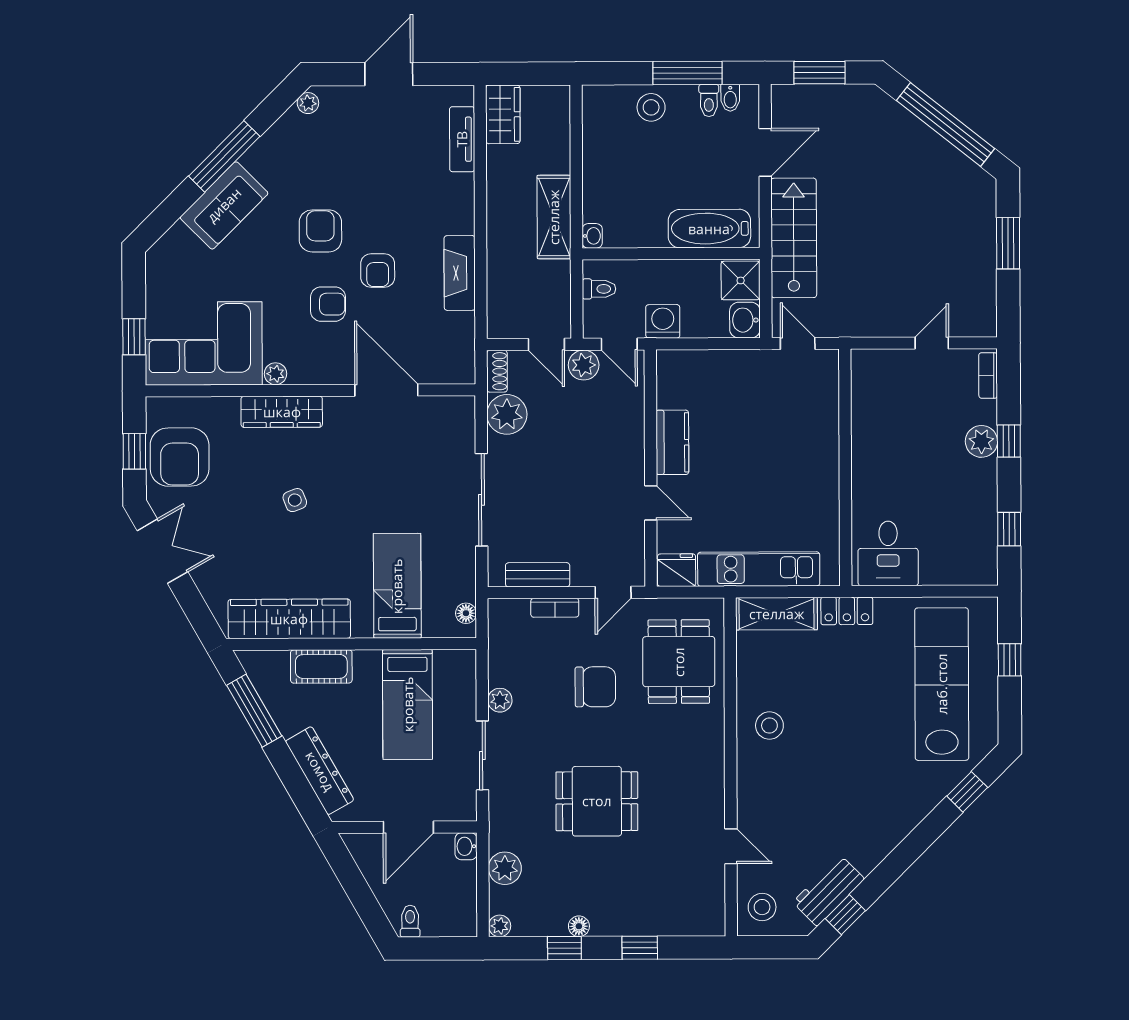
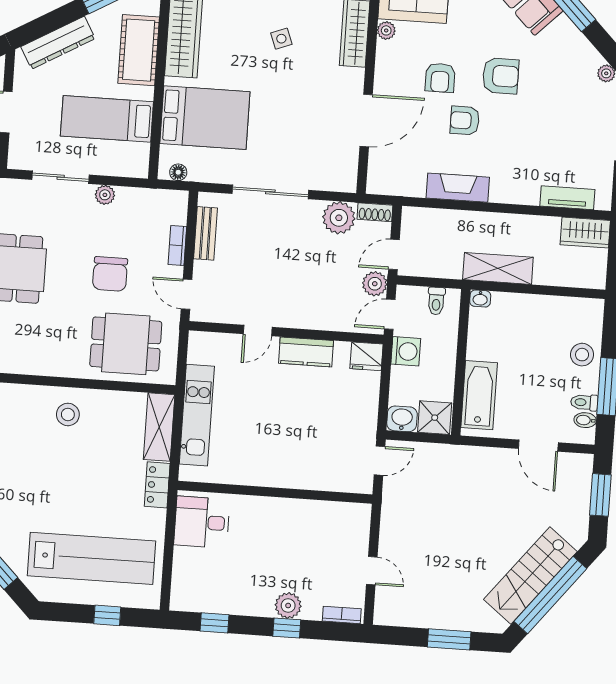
stairs: (794, 238) -> (530, 576), moved, turned 128
fridge: (676, 570) -> (367, 356), moved, turned 90
bed: (397, 586) -> (205, 118), width x1.50
cot: (321, 666) -> (139, 50), width x1.37, depth x1.34

